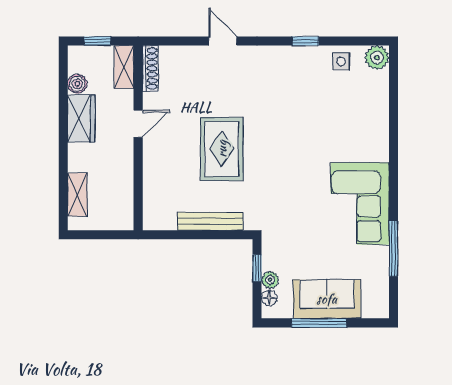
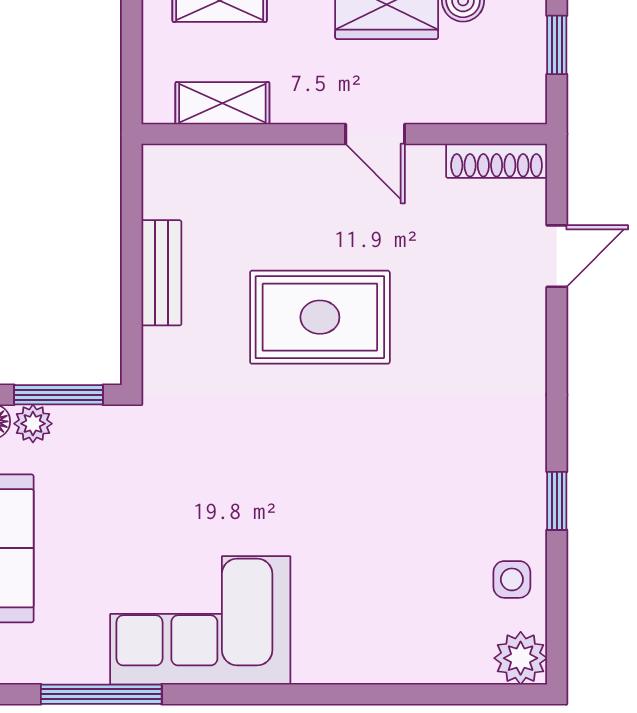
door: (223, 41) -> (557, 256), moved
shelving: (124, 67) -> (222, 103), moved
bench: (210, 221) -> (161, 273), width x0.73
window: (257, 268) -> (58, 395), width x1.50

